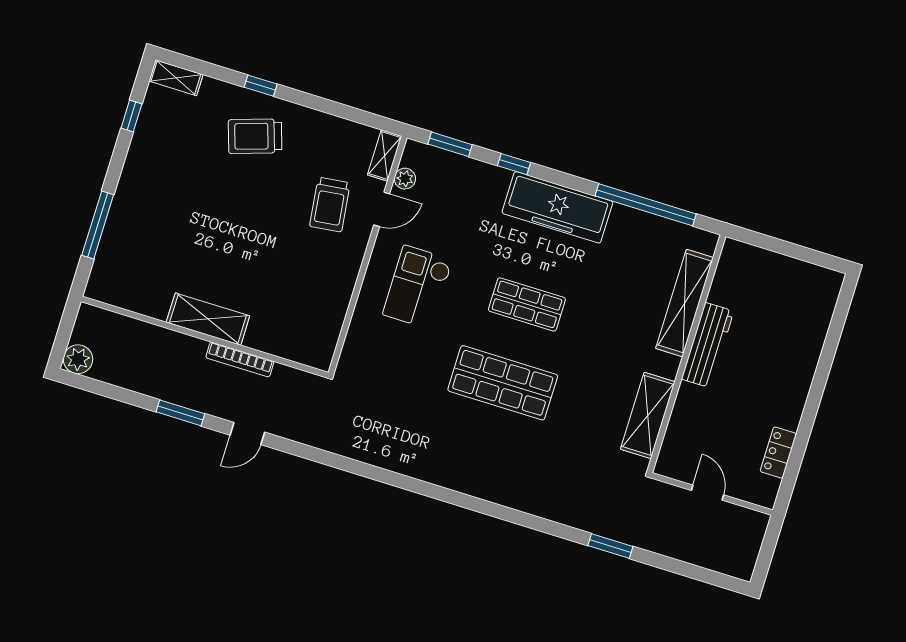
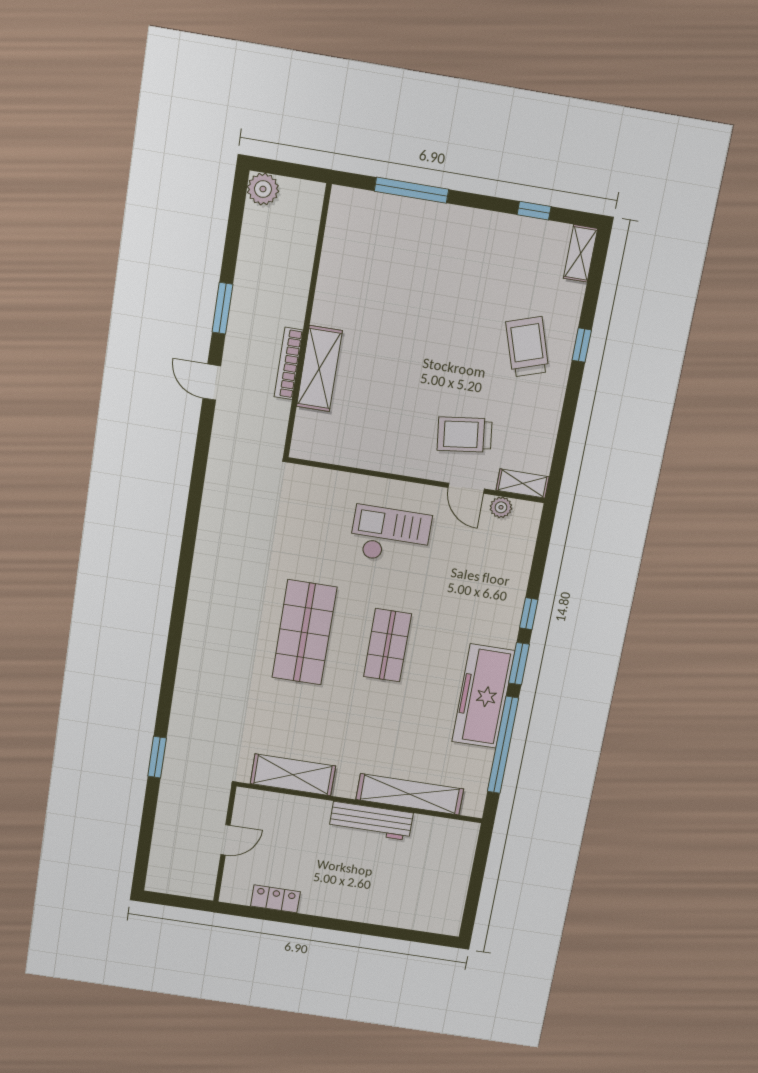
window: (450, 144) -> (519, 664), moved
freezer: (557, 207) -> (483, 696), moved
shelving: (208, 319) -> (319, 369), moved

